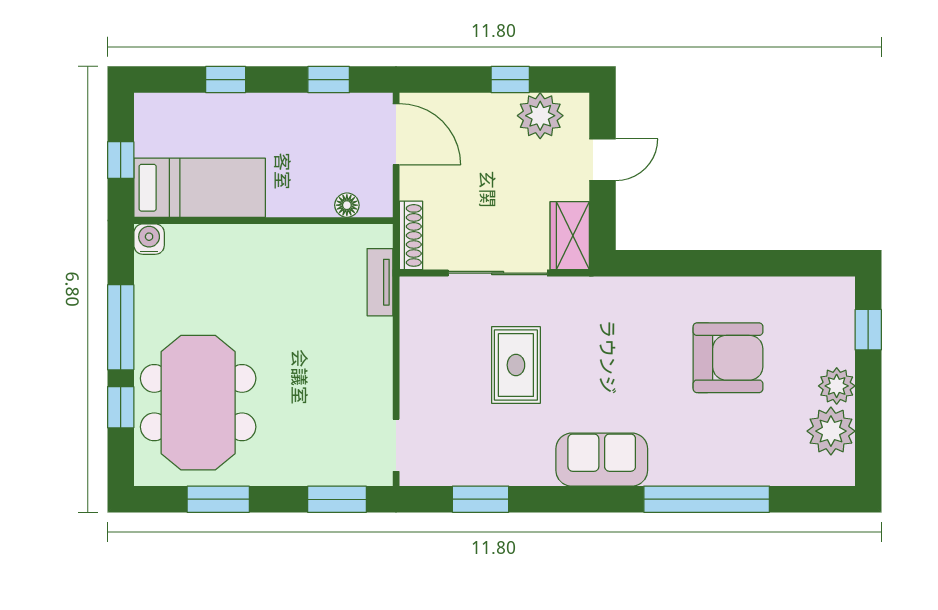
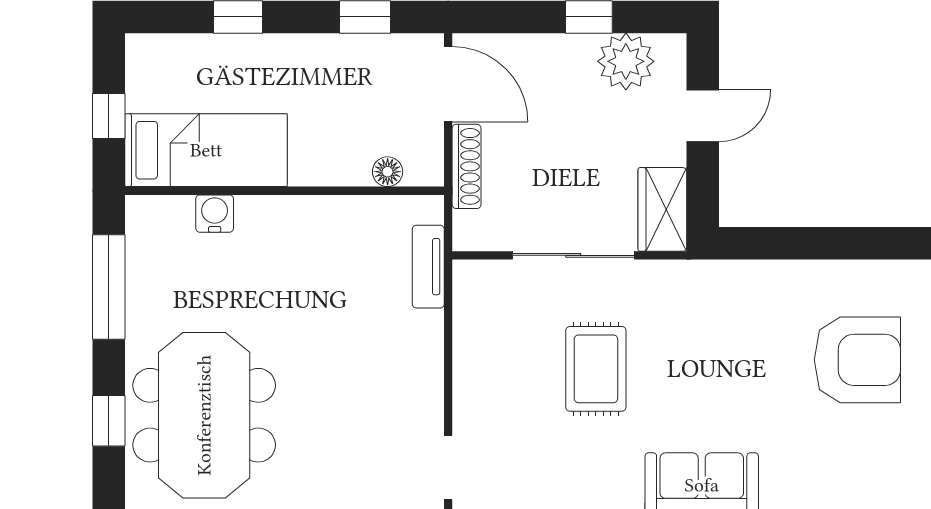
shoe rack: (411, 235) -> (467, 166), moved
water cooler: (149, 239) -> (215, 214), moved
window: (121, 327) -> (109, 287), moved

